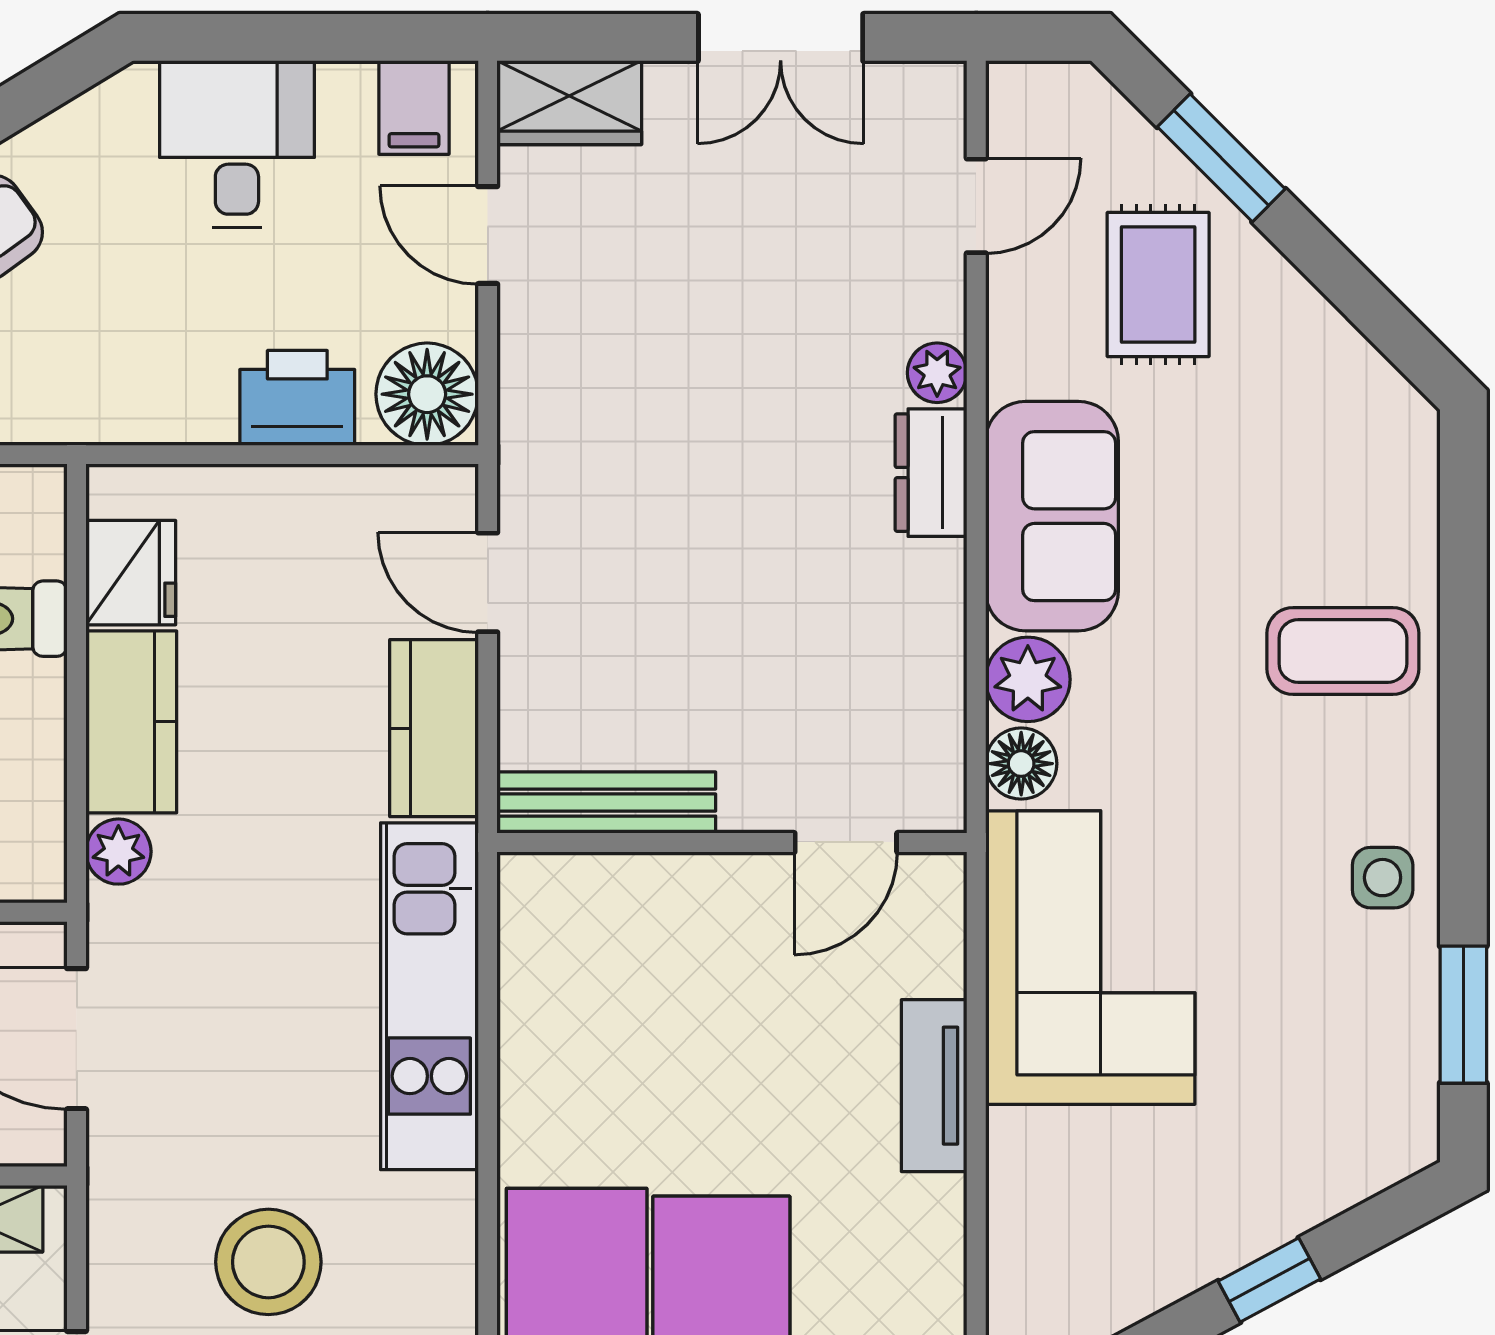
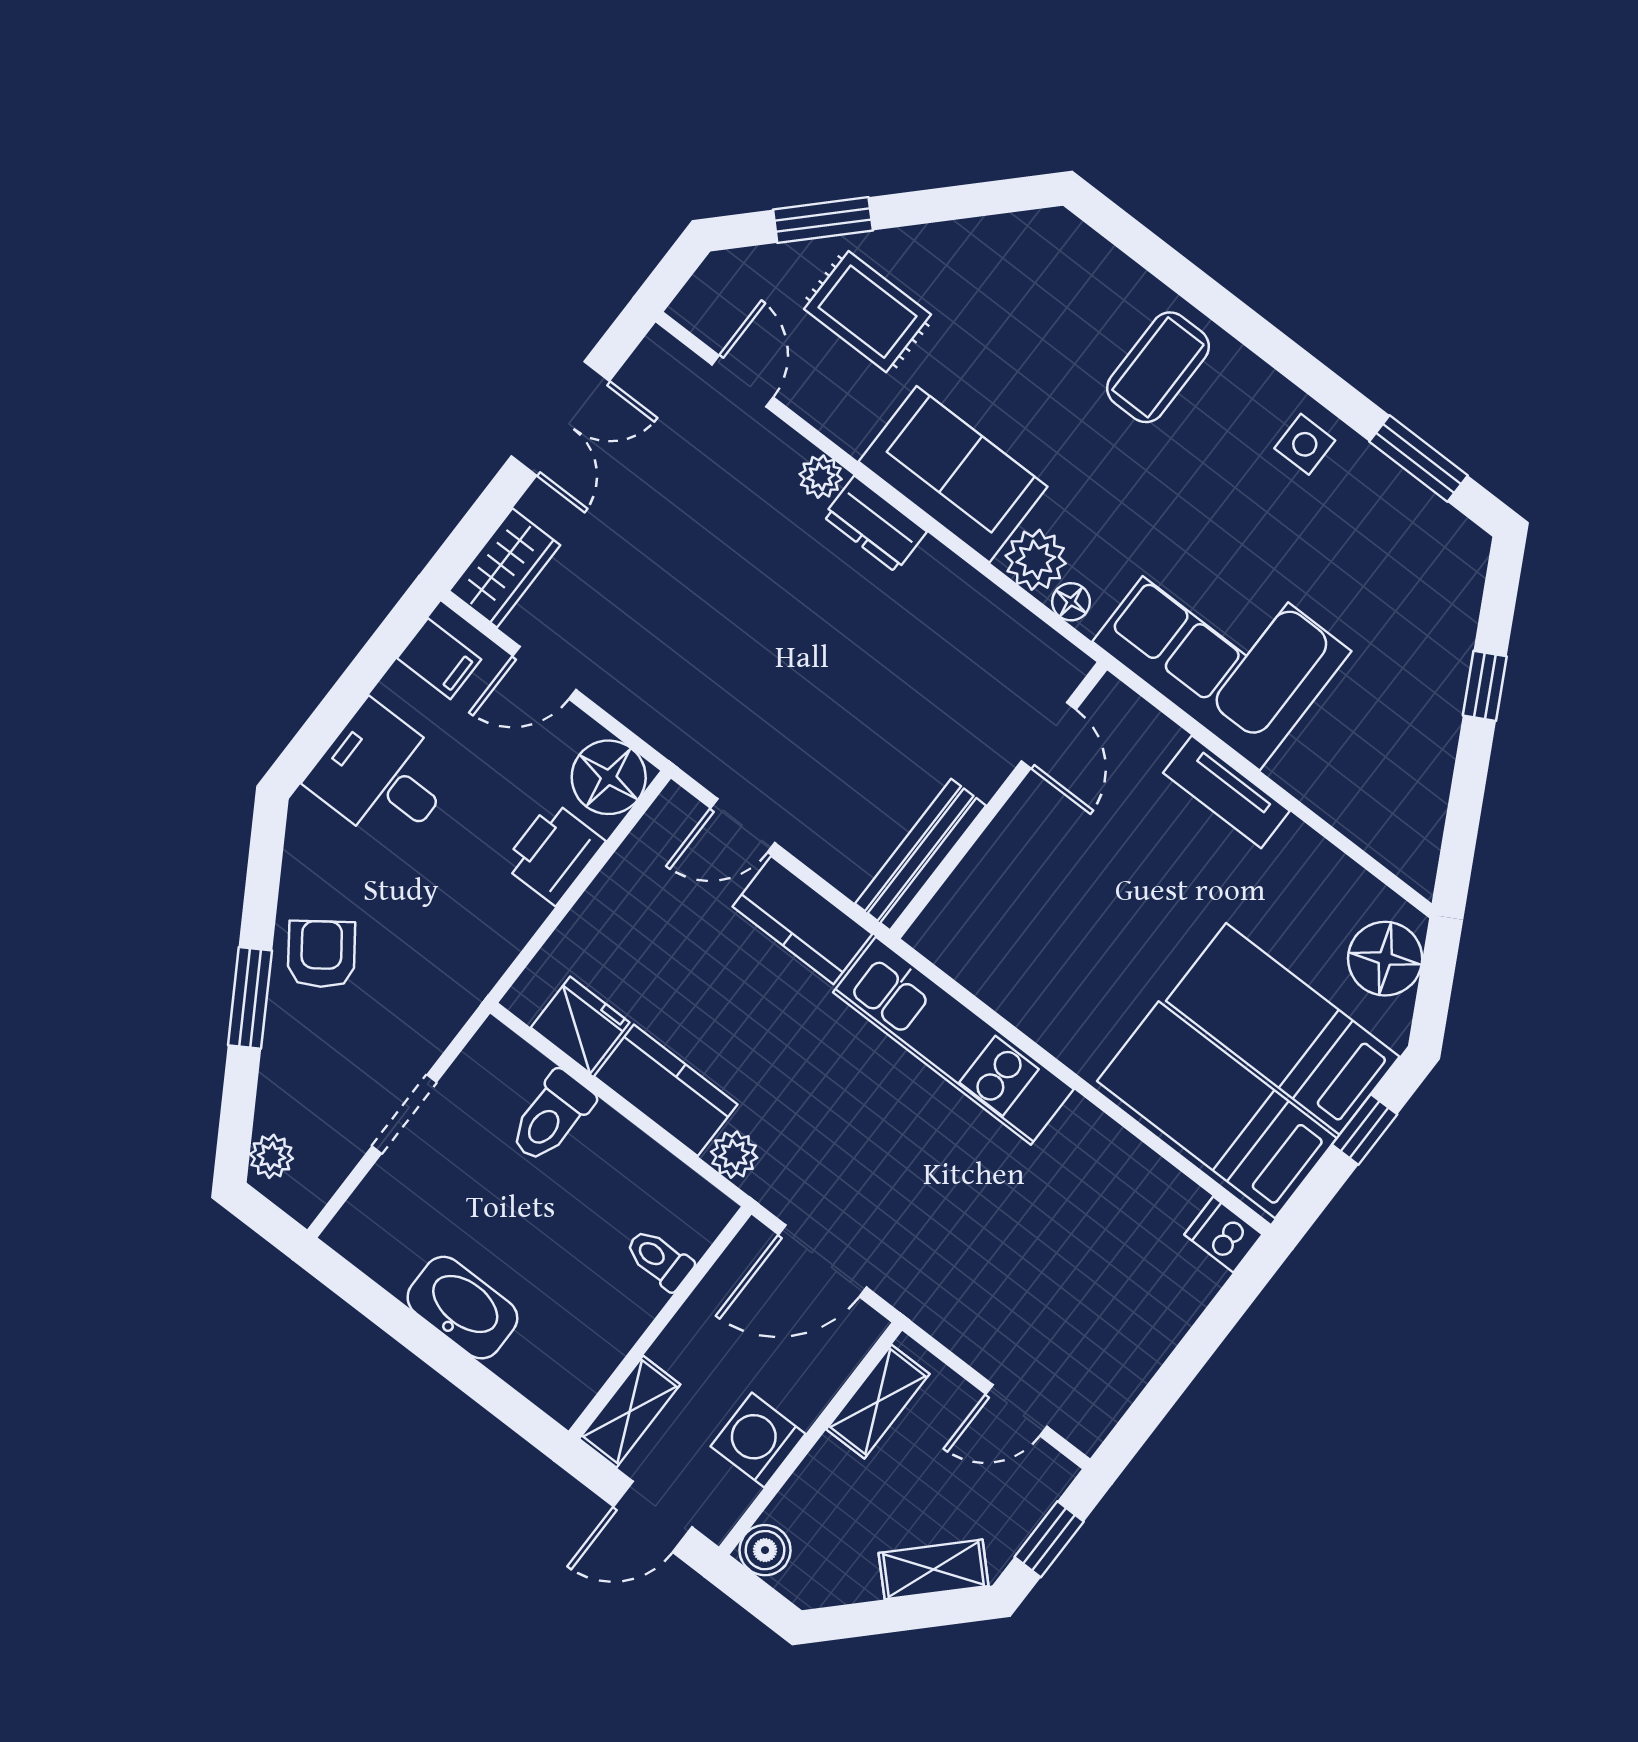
floor lamp: (1021, 764) -> (1071, 602), width x0.73, depth x0.73
stool: (268, 1262) -> (1034, 1249), removed

